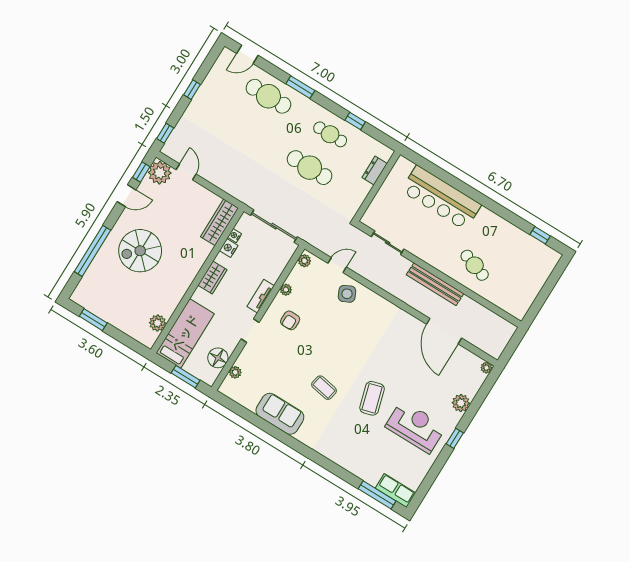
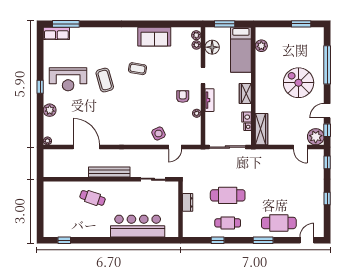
dresser: (375, 171) -> (188, 202), moved
spiral stairs: (140, 251) -> (299, 83), turned -90
plant: (304, 261) -> (196, 35), moved

